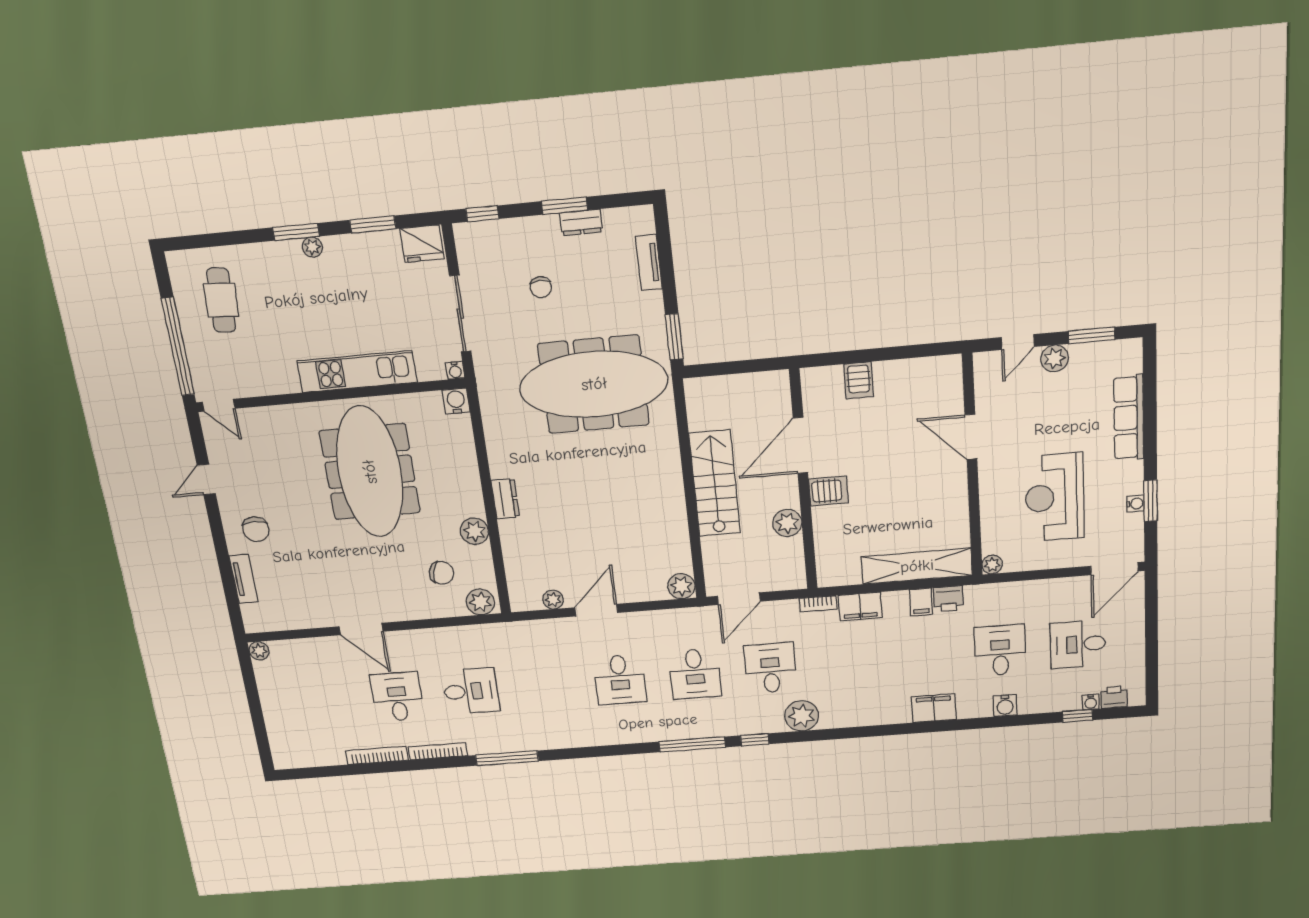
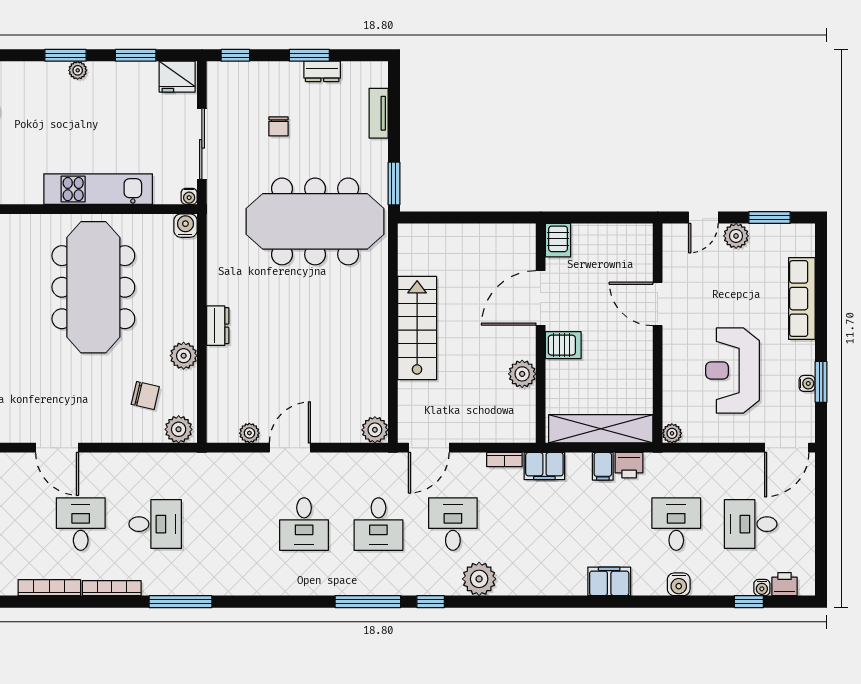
door: (800, 445) -> (541, 298), moved
wall: (803, 481) -> (541, 333), moved
server rack: (828, 491) -> (563, 345), moved
plant: (787, 523) -> (522, 374), moved

